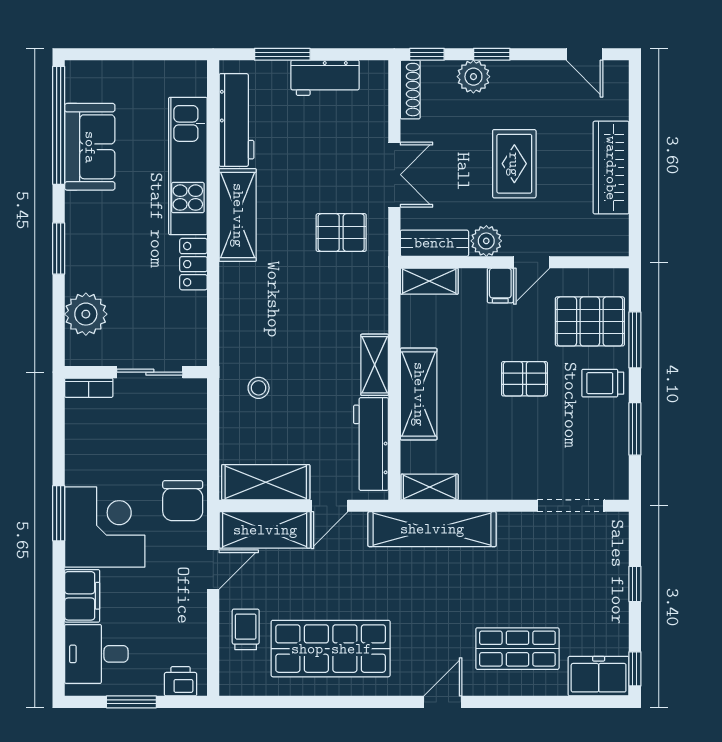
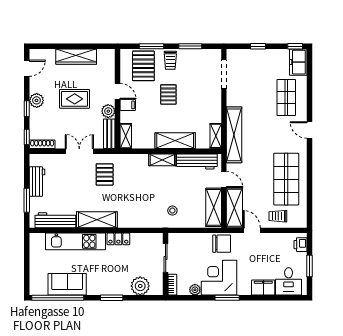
plant: (473, 77) -> (37, 100), moved
plant: (77, 440) -> (195, 290), added
corner desk: (105, 527) -> (219, 278), moved

